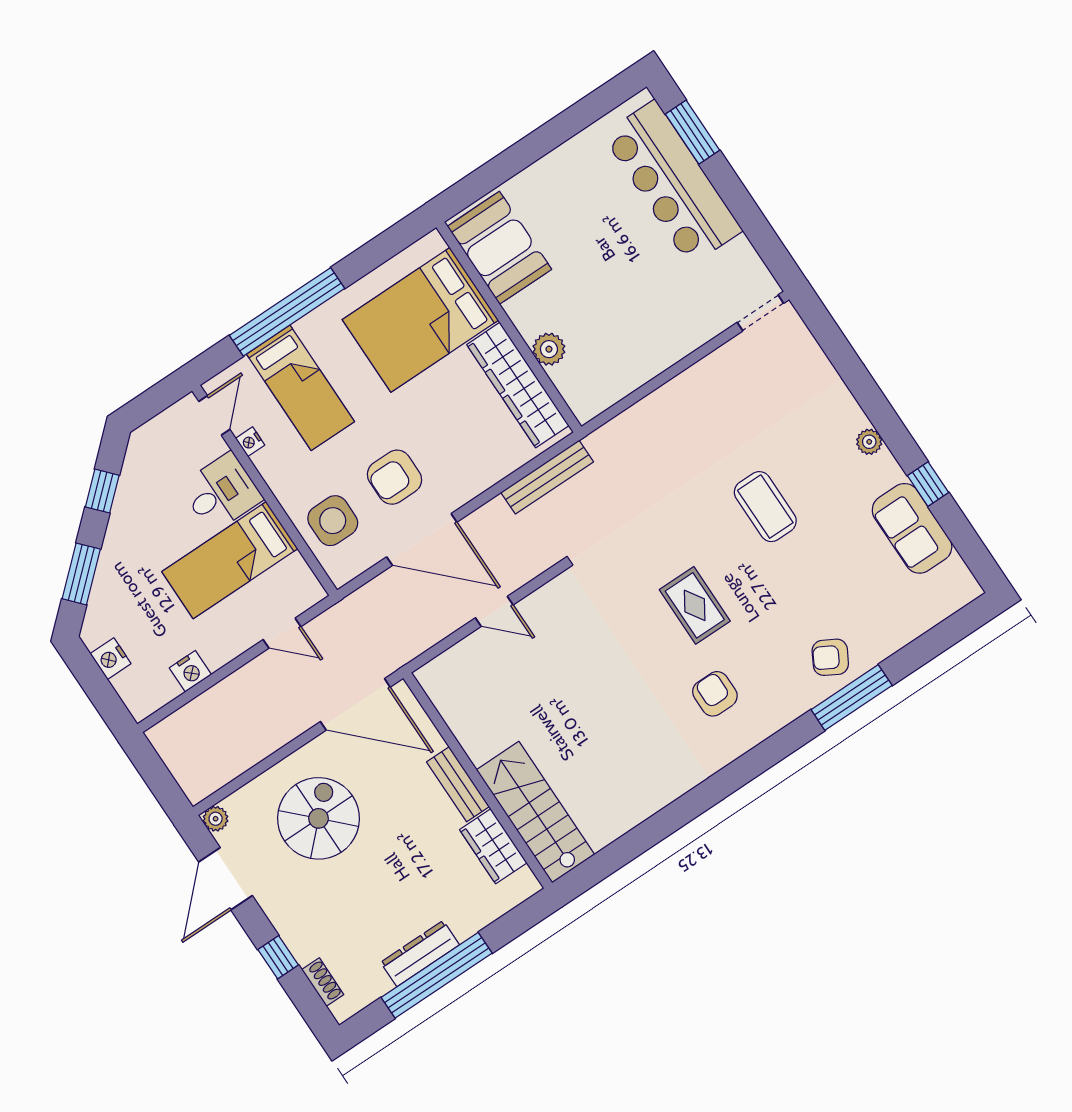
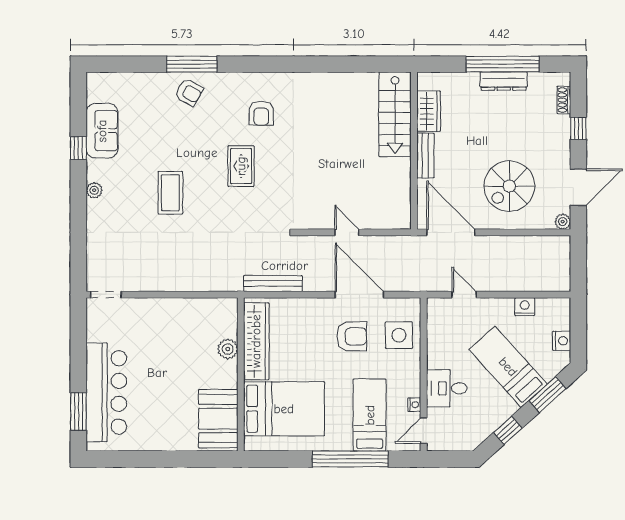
bed: (230, 560) -> (508, 367), moved, turned -132

